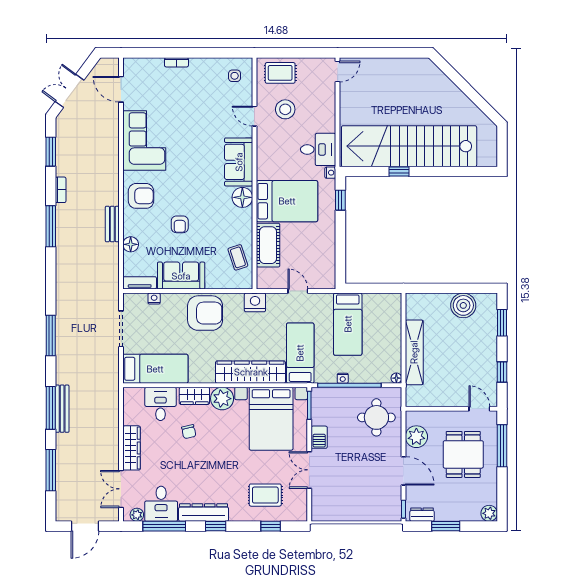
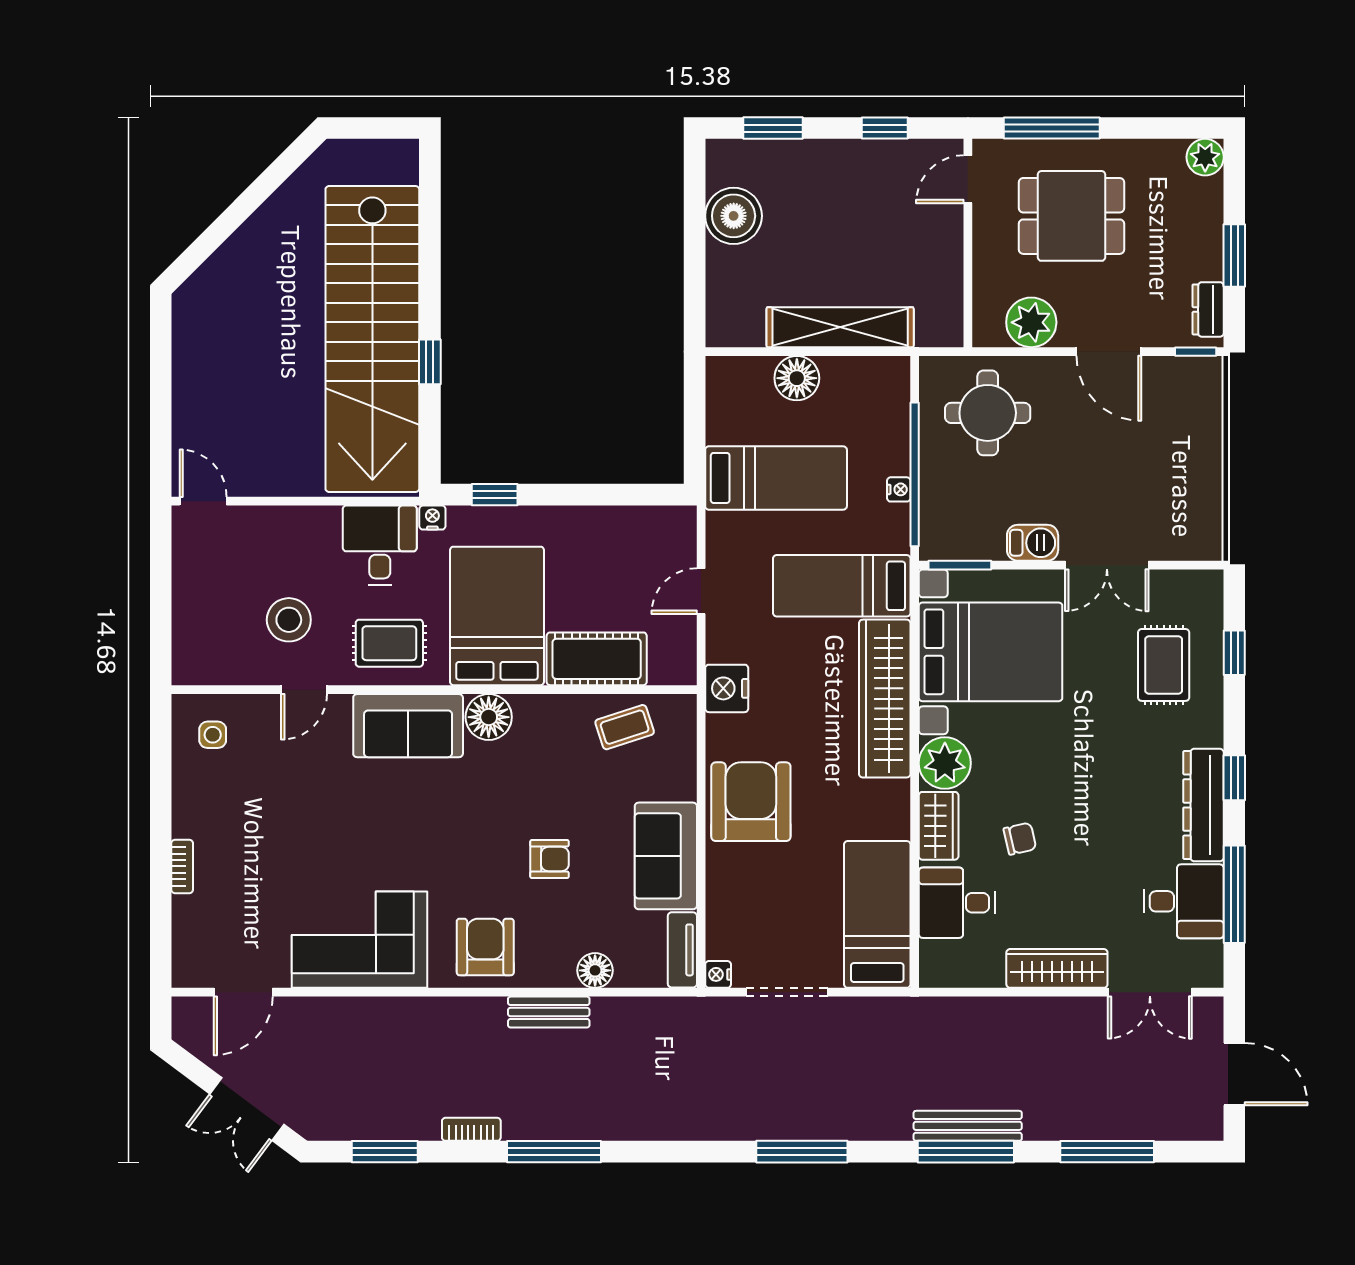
rug: (280, 73) -> (389, 643), moved, turned 90
nightstand: (154, 299) -> (718, 974), moved
floor lamp: (396, 378) -> (797, 378), moved, width x1.89, depth x1.89
door: (403, 471) -> (1109, 352), swing flipped
plant: (137, 515) -> (1208, 956), removed

